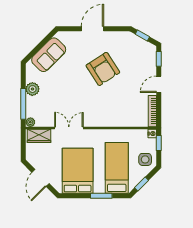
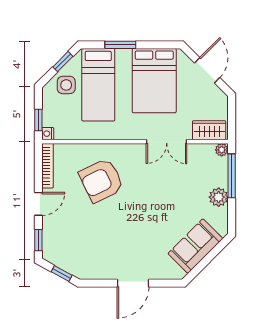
armchair: (103, 69) -> (101, 180), moved, turned -83
side table: (145, 159) -> (66, 85), moved

